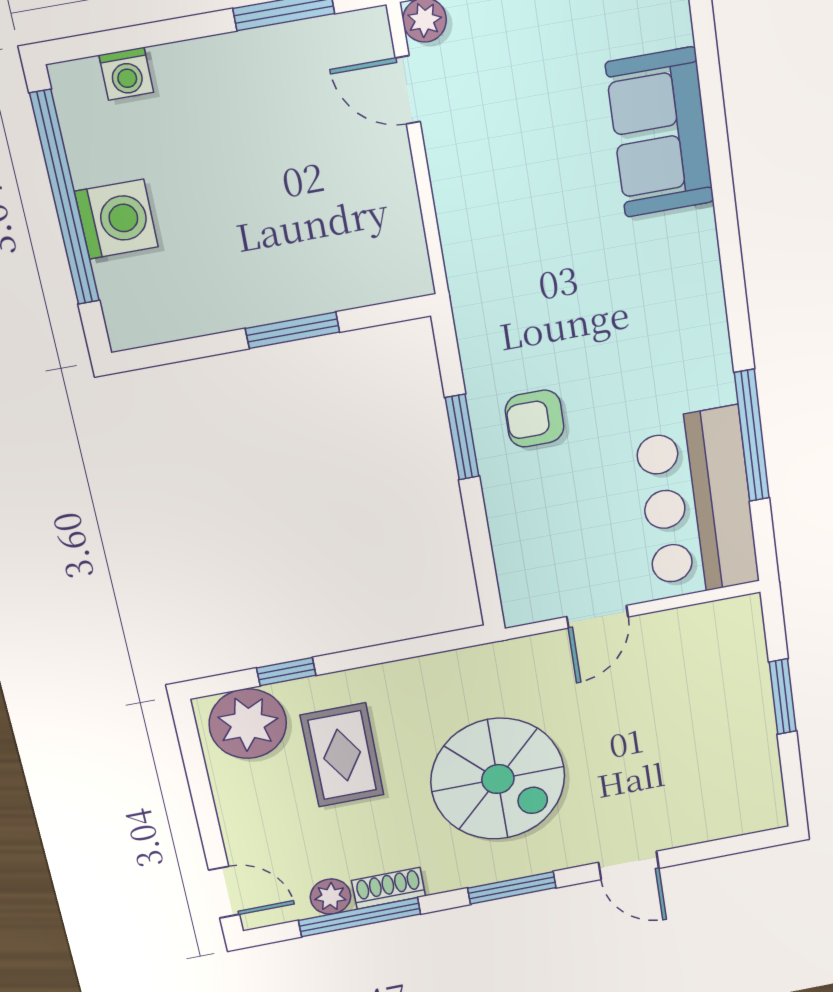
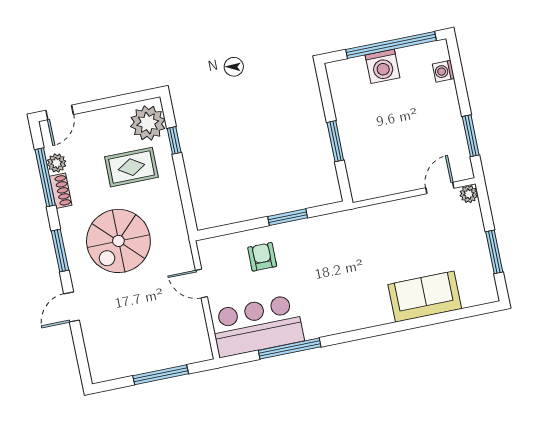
armchair: (535, 419) -> (262, 257), moved
window: (783, 697) -> (161, 375), width x1.44

